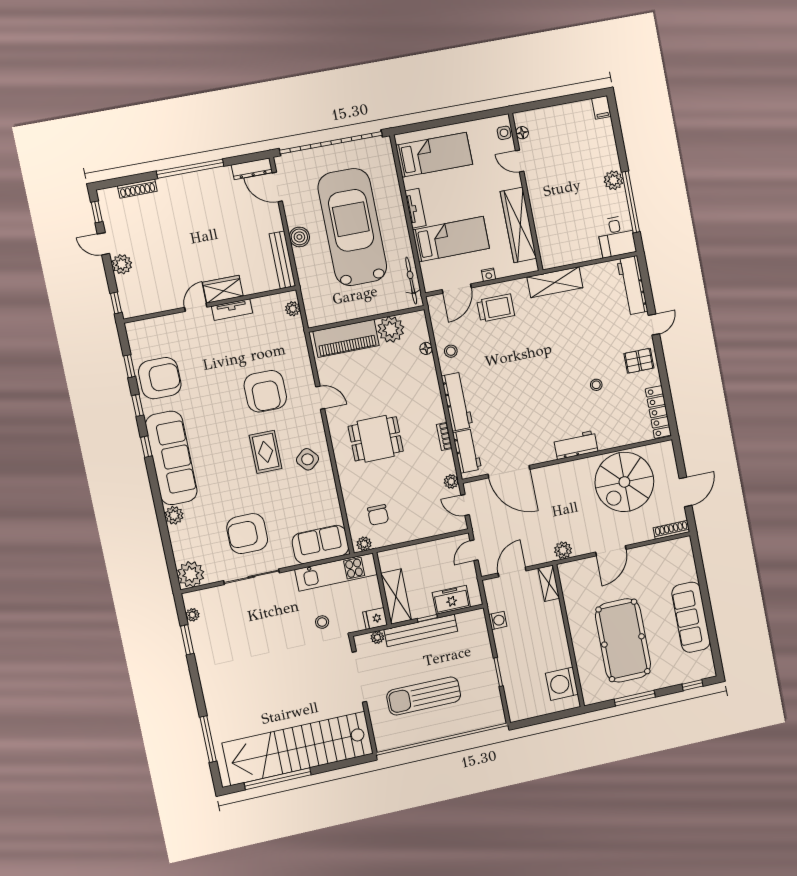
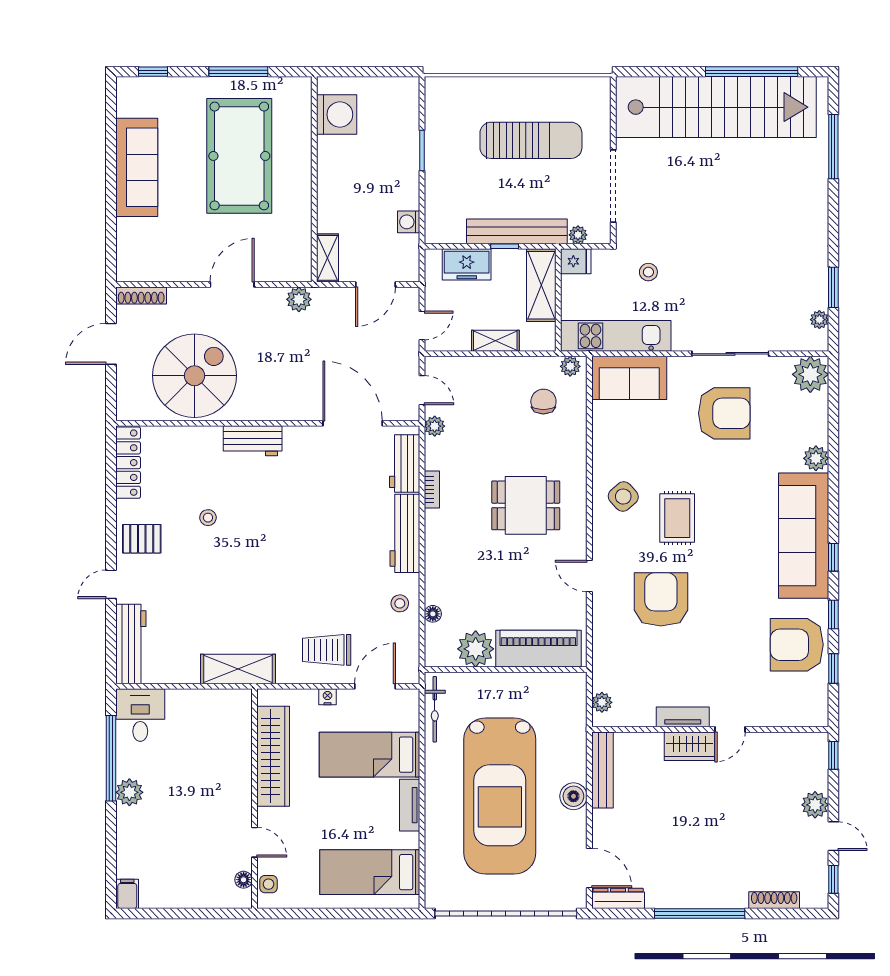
shelving: (421, 551) -> (495, 341), added

